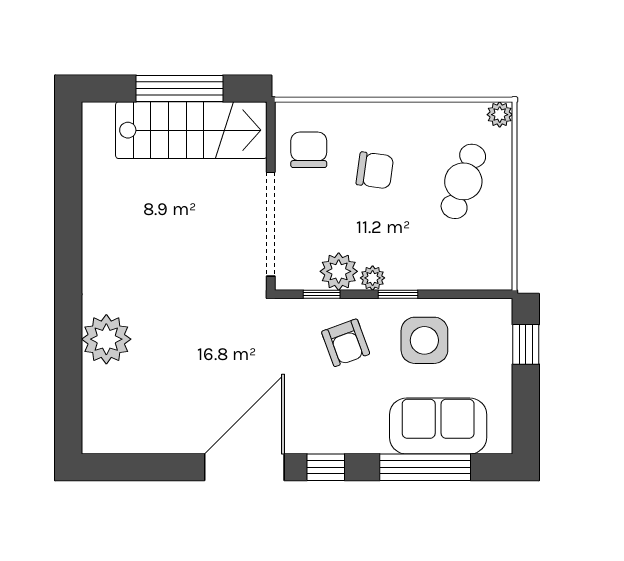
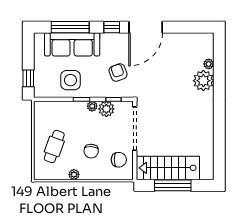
plant: (500, 115) -> (74, 174), moved
chair: (309, 150) -> (119, 160), turned -90
chair: (375, 170) -> (91, 151), turned -94
armchair: (346, 343) -> (118, 72), moved
plant: (94, 379) -> (209, 64), added
sofa: (438, 426) -> (72, 44), width x1.36

